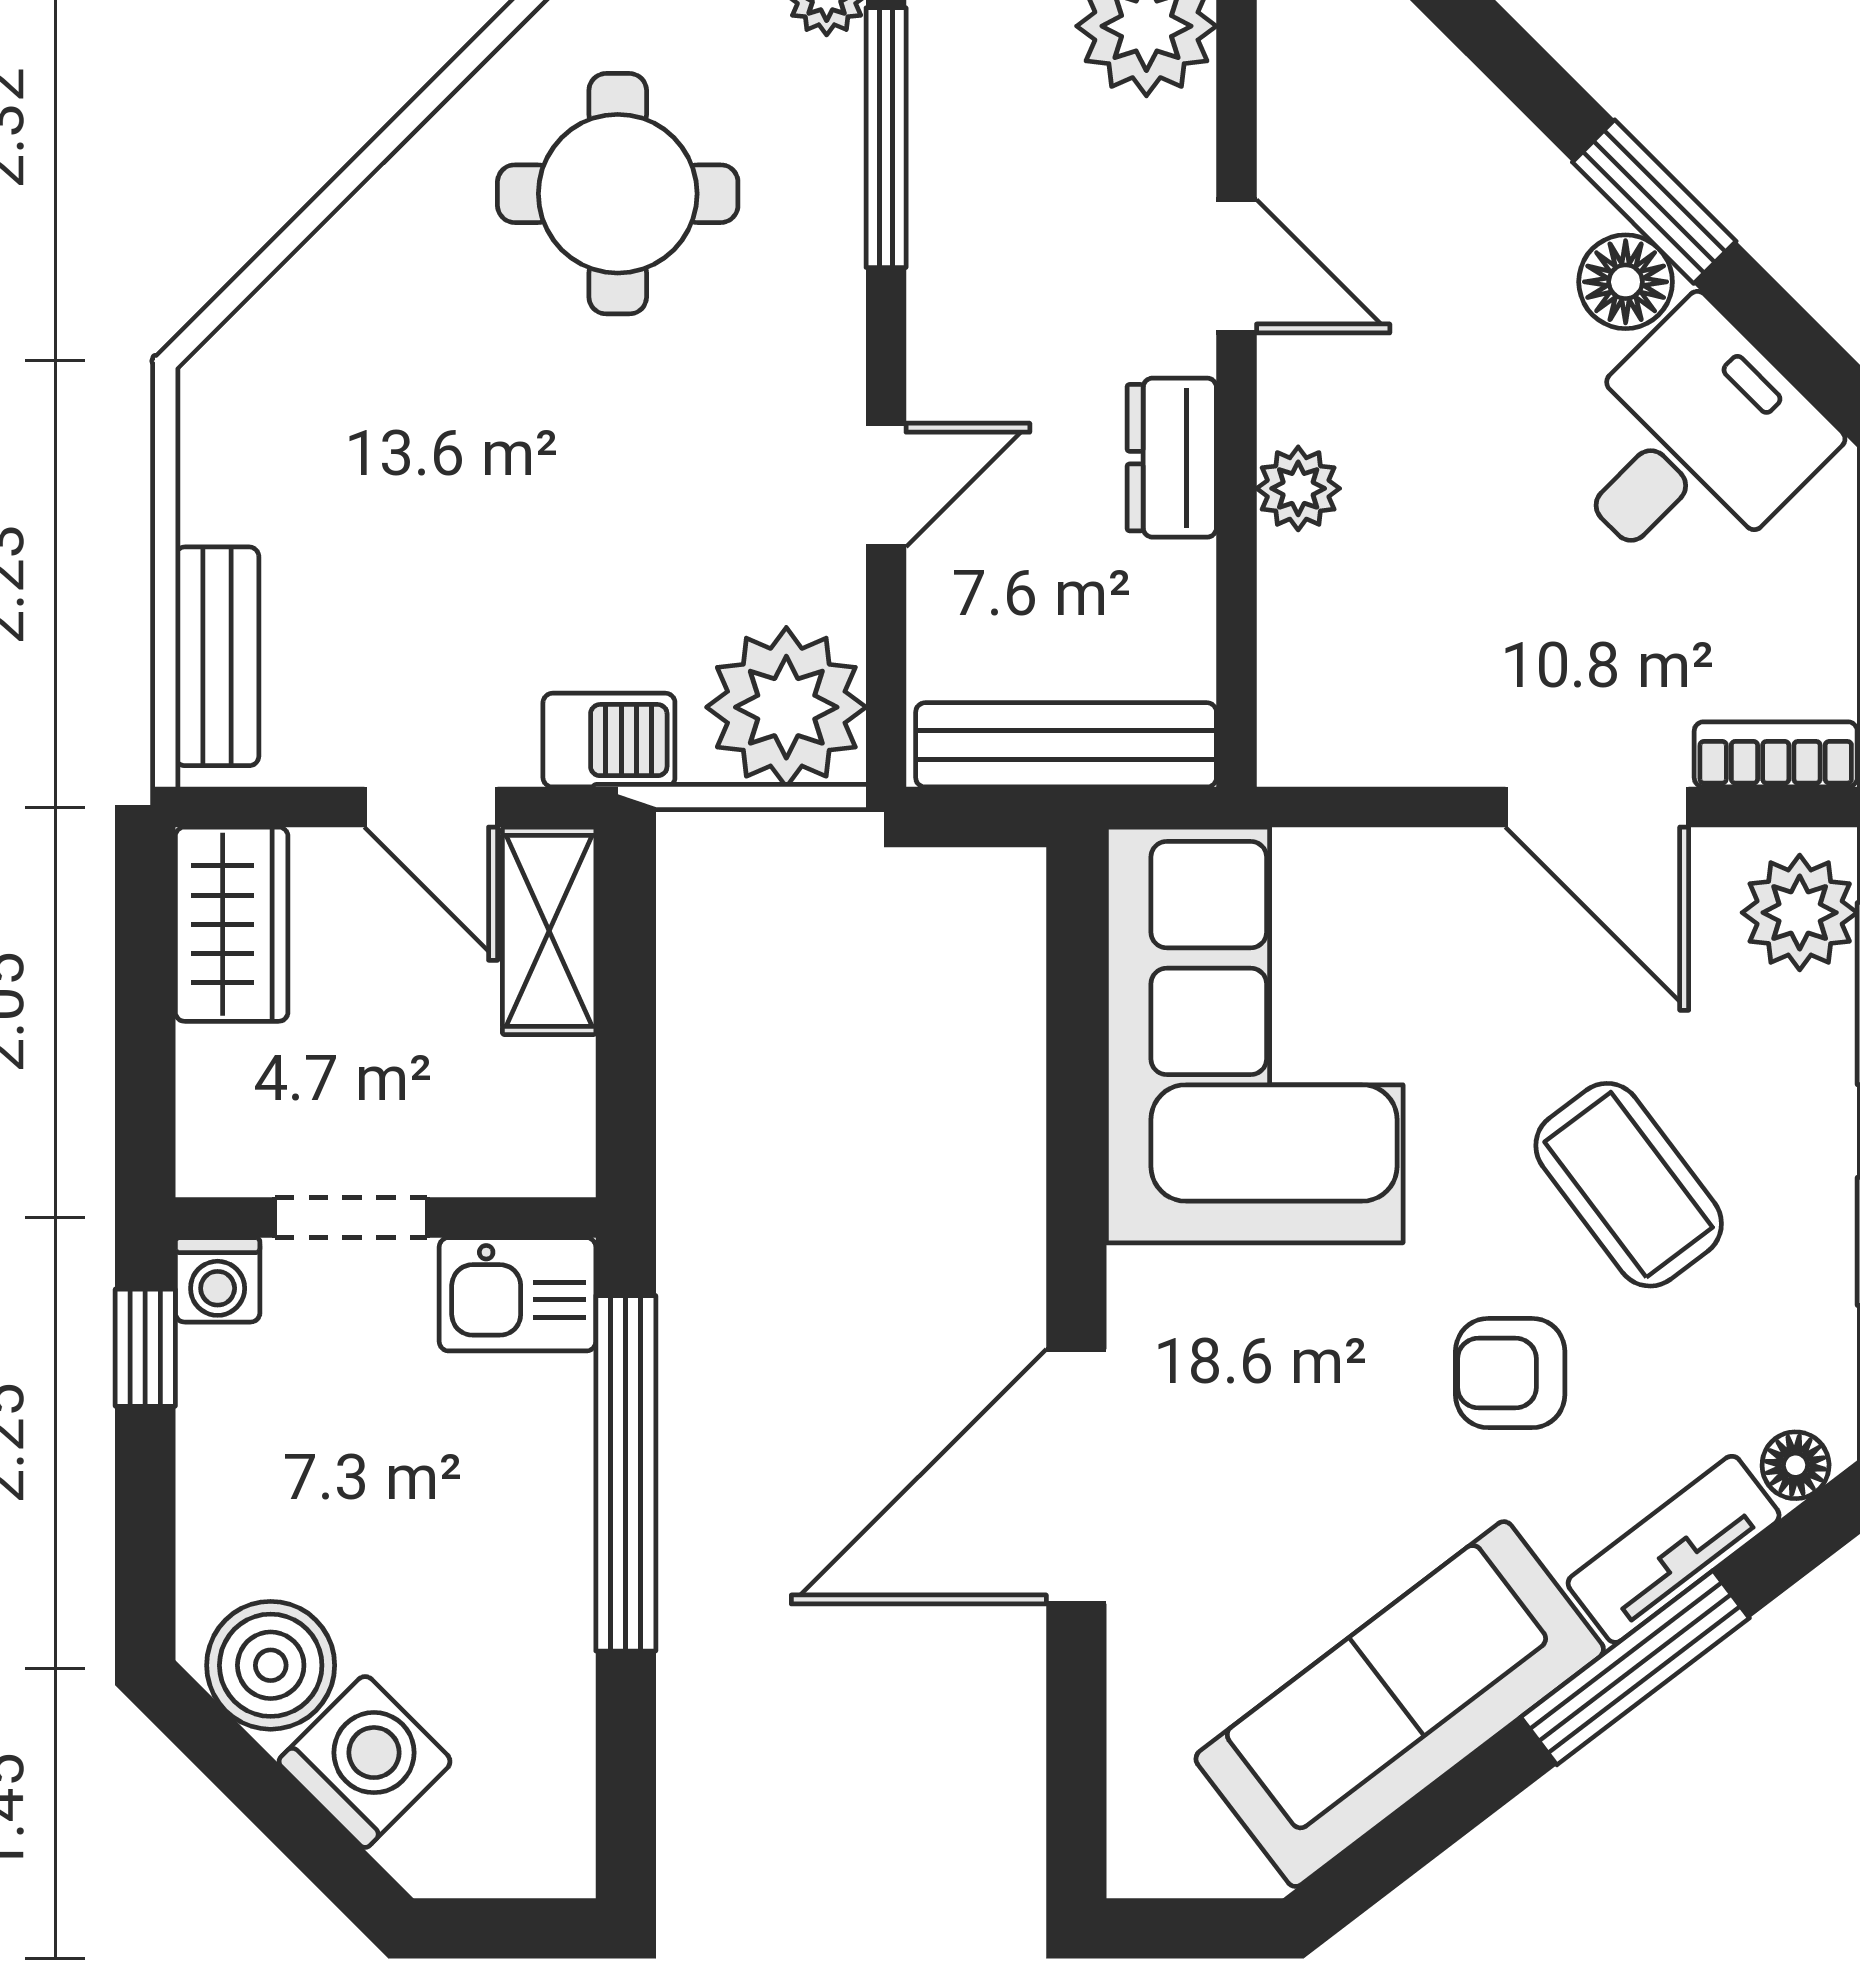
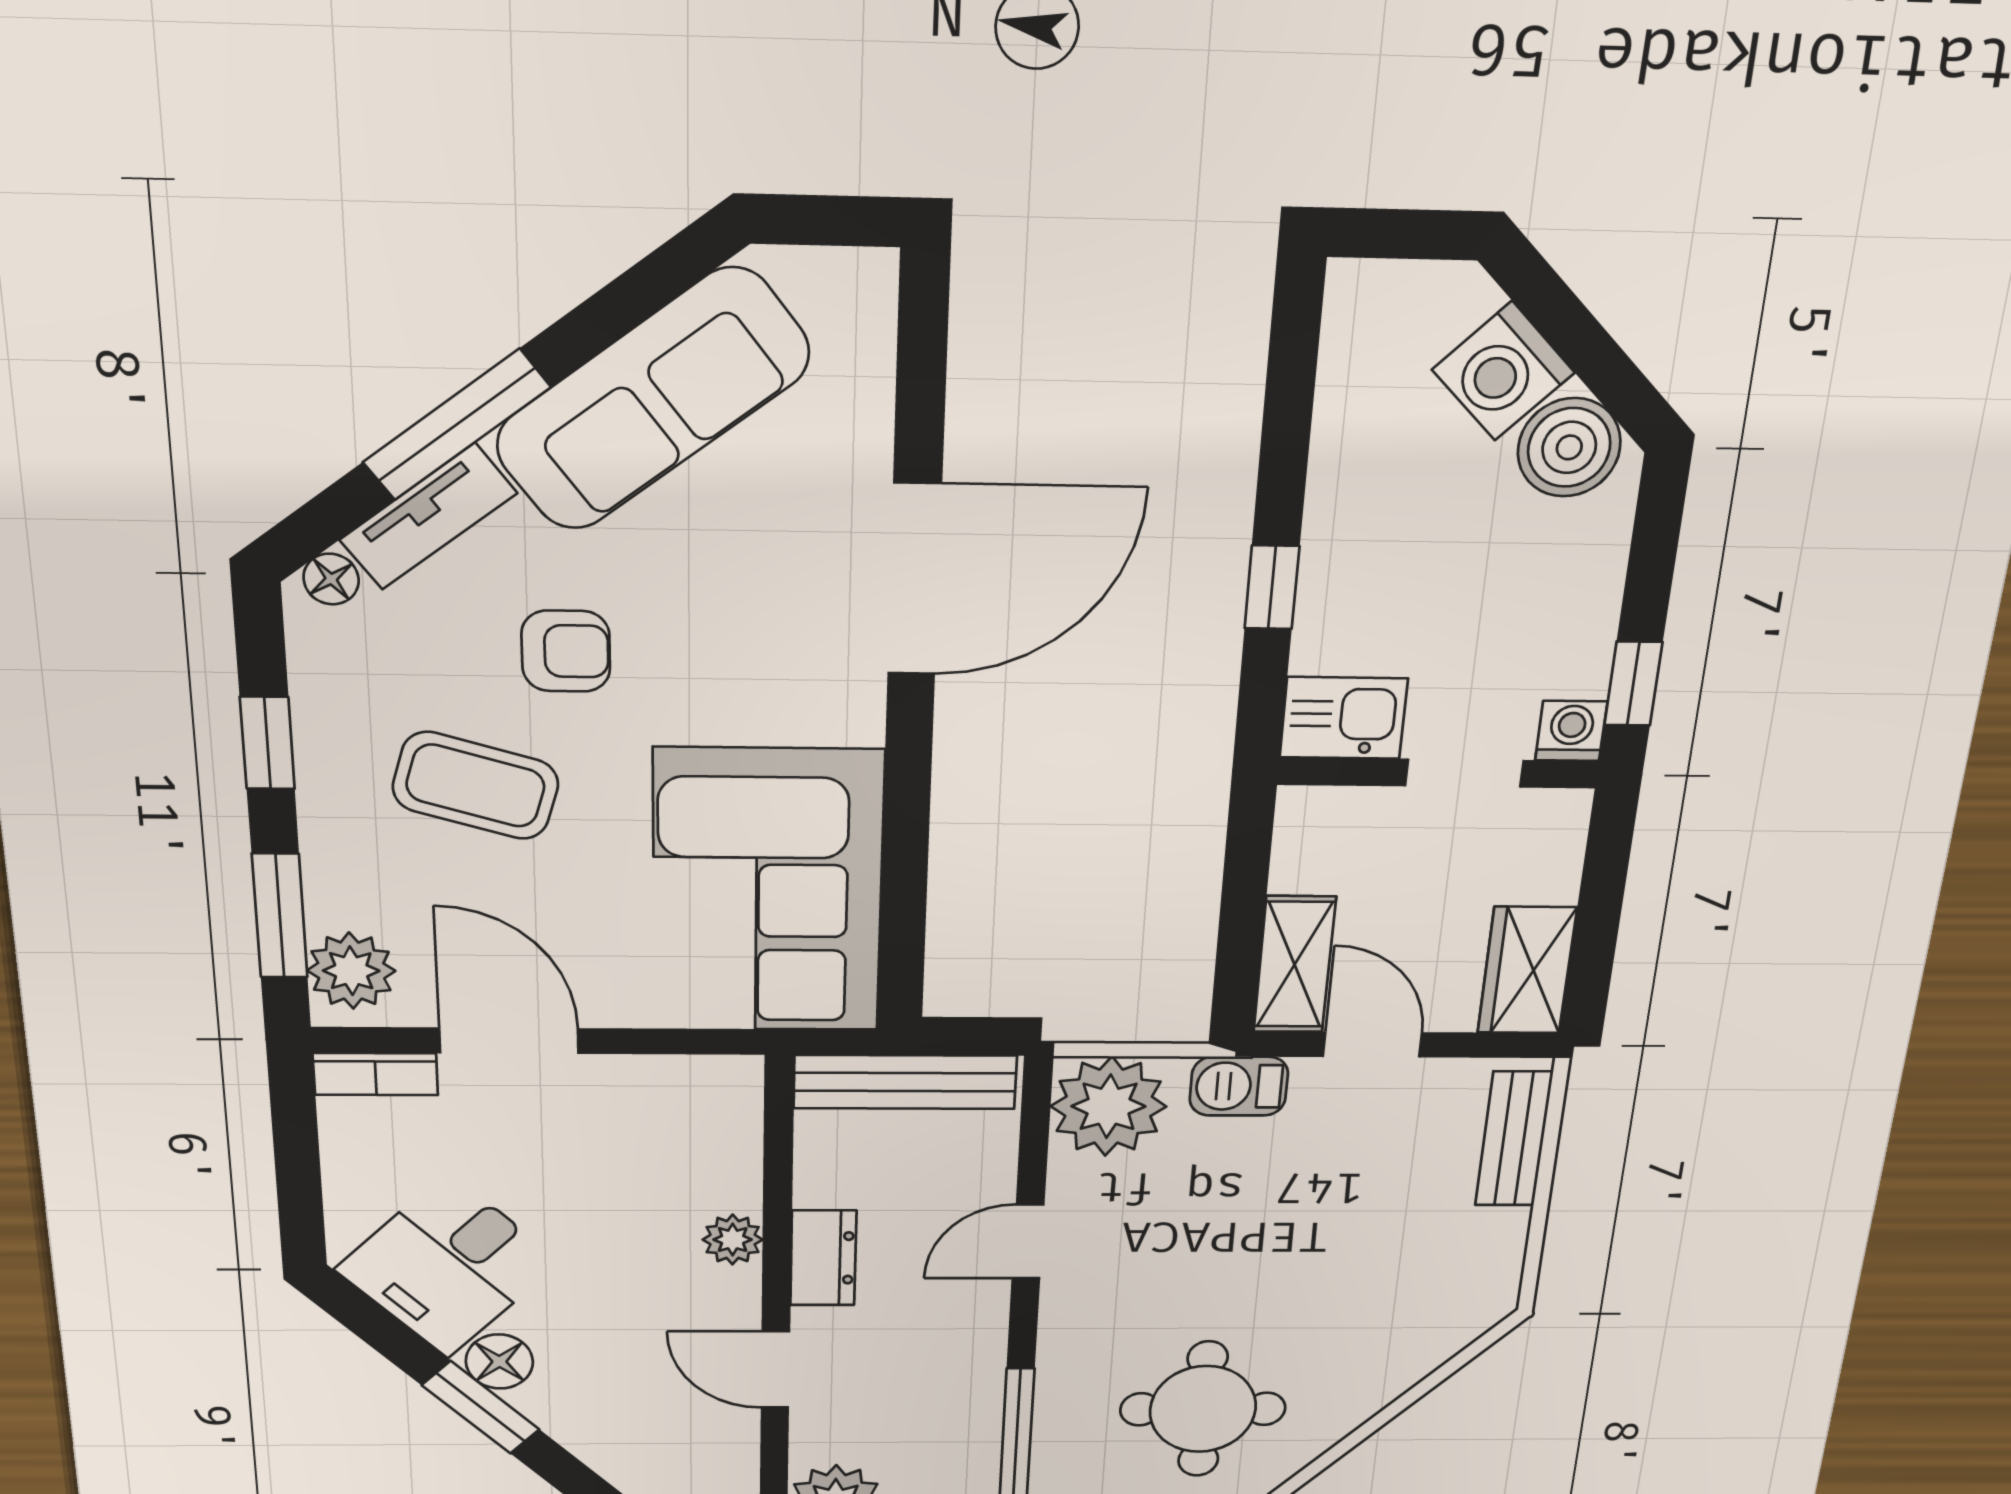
coffee table: (1629, 1185) -> (475, 786), turned -37
window: (626, 1473) -> (1272, 587), width x0.32

